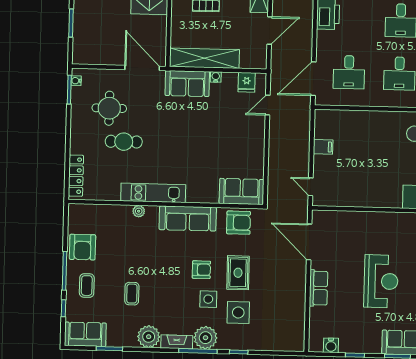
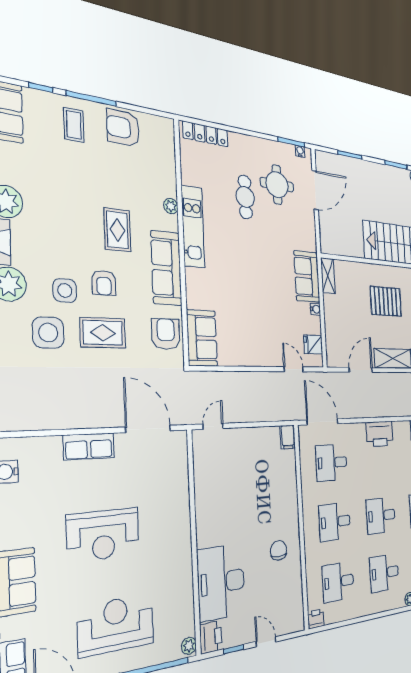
door: (270, 31) -> (361, 370), swing flipped
shelving: (204, 58) -> (328, 276), width x0.45, depth x0.75
door: (142, 68) -> (315, 190), moved
filing cabinet: (323, 147) -> (288, 437), moved
armchair: (239, 223) -> (166, 334), turned 180
door: (309, 242) -> (148, 429), hinge flipped
rug: (161, 257) -> (117, 230), added
coffee table: (87, 286) -> (74, 125), turned 90
coffee table: (132, 294) -> (66, 185), removed

